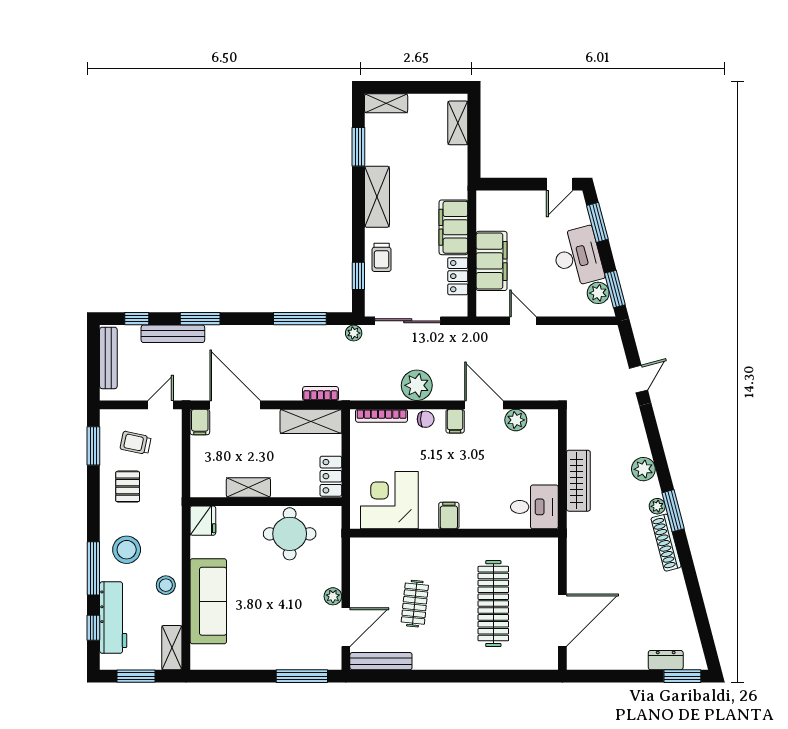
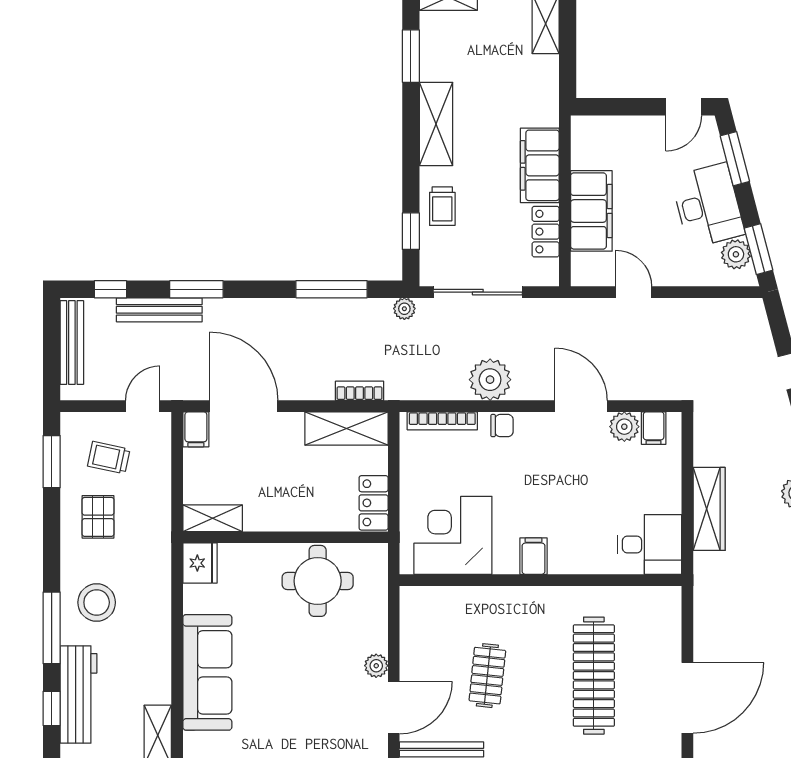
filing cabinet: (455, 421) -> (654, 428), moved
shelving: (248, 488) -> (213, 518), moved
stool: (166, 585) -> (150, 651), removed

